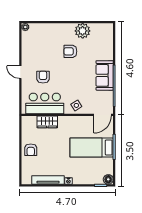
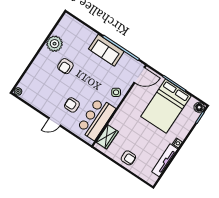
door: (102, 115) -> (140, 75), hinge flipped
wardrobe: (47, 122) -> (107, 137), moved
bed: (92, 147) -> (166, 106), width x1.50

